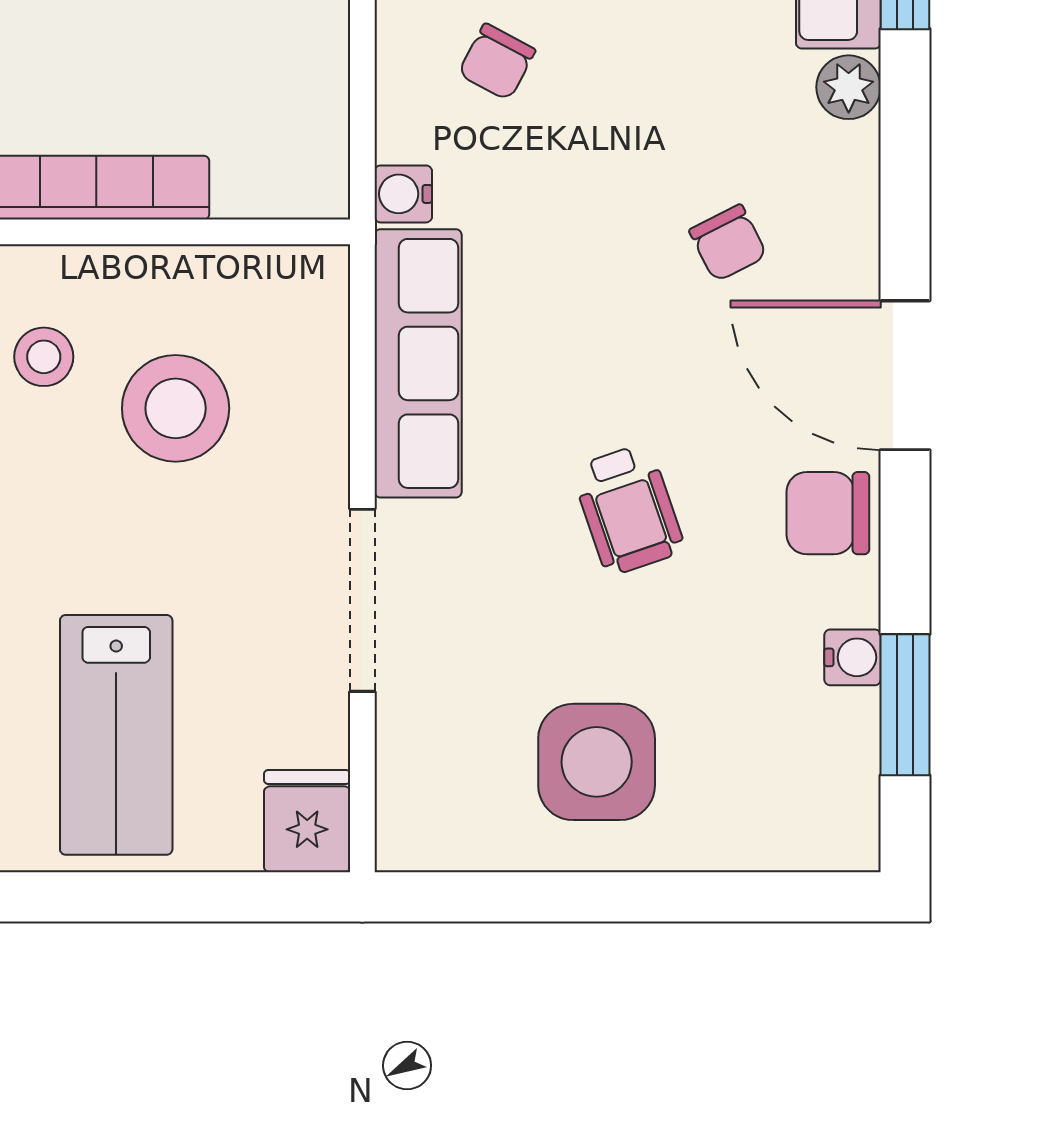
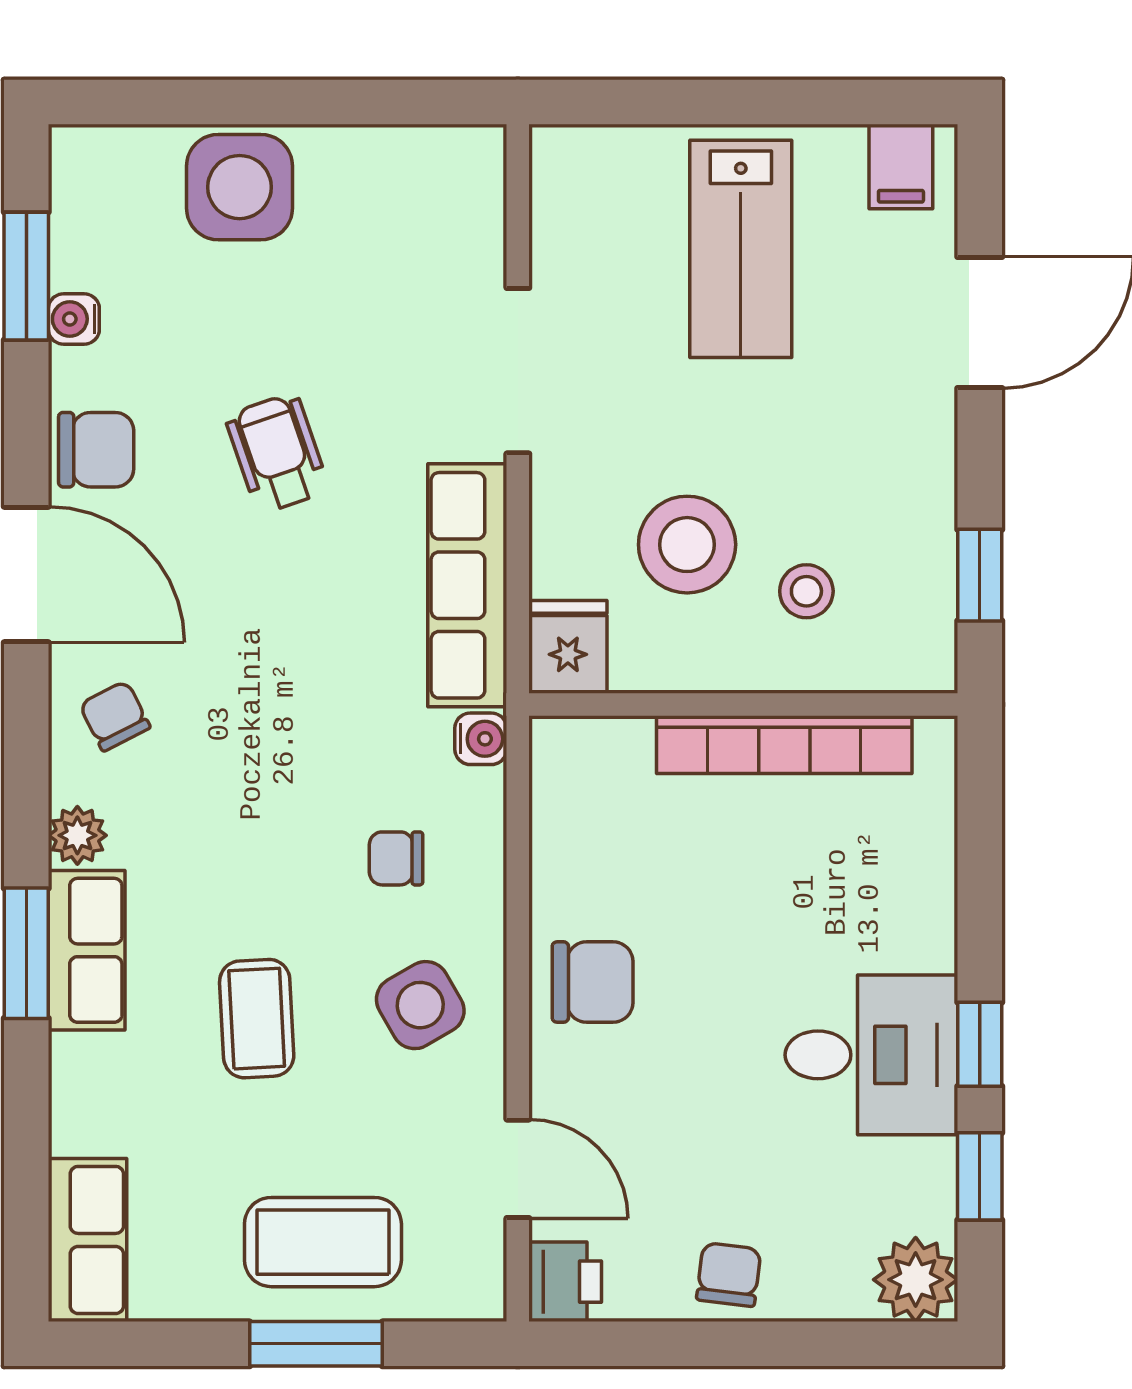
chair: (497, 62) -> (396, 858), turned -118
chair: (728, 243) -> (115, 716), moved
lab bench: (116, 735) -> (741, 249), turned 180
side table: (597, 762) -> (240, 187), moved
fridge: (307, 821) -> (568, 647), moved, turned 180

